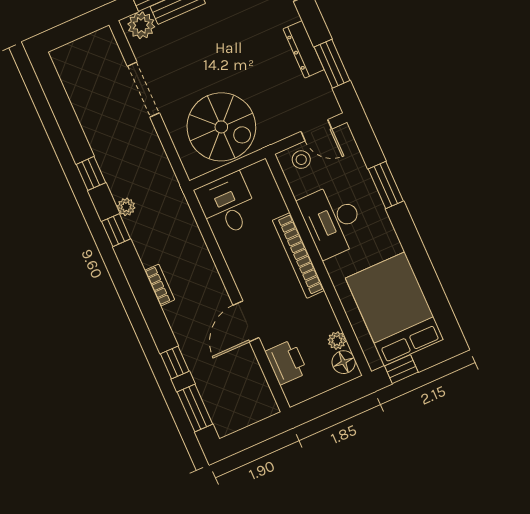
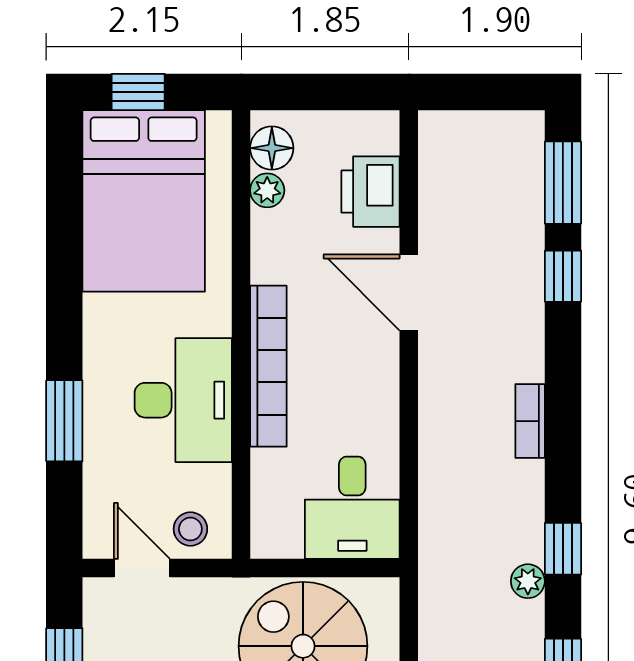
door: (246, 321) -> (409, 292), swing flipped
window: (401, 369) -> (138, 92), moved

